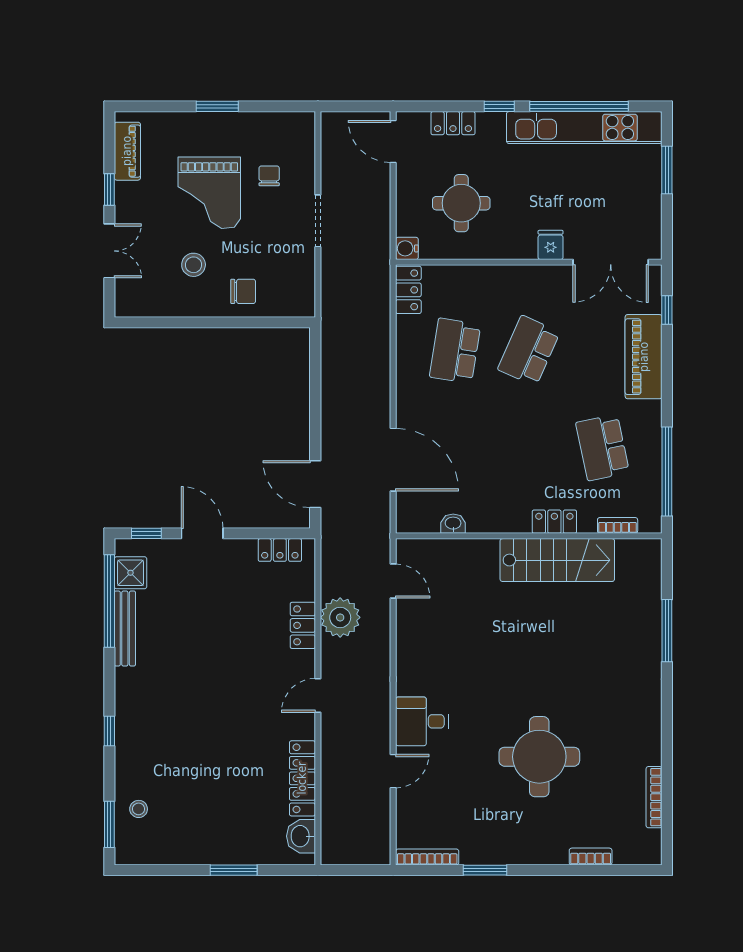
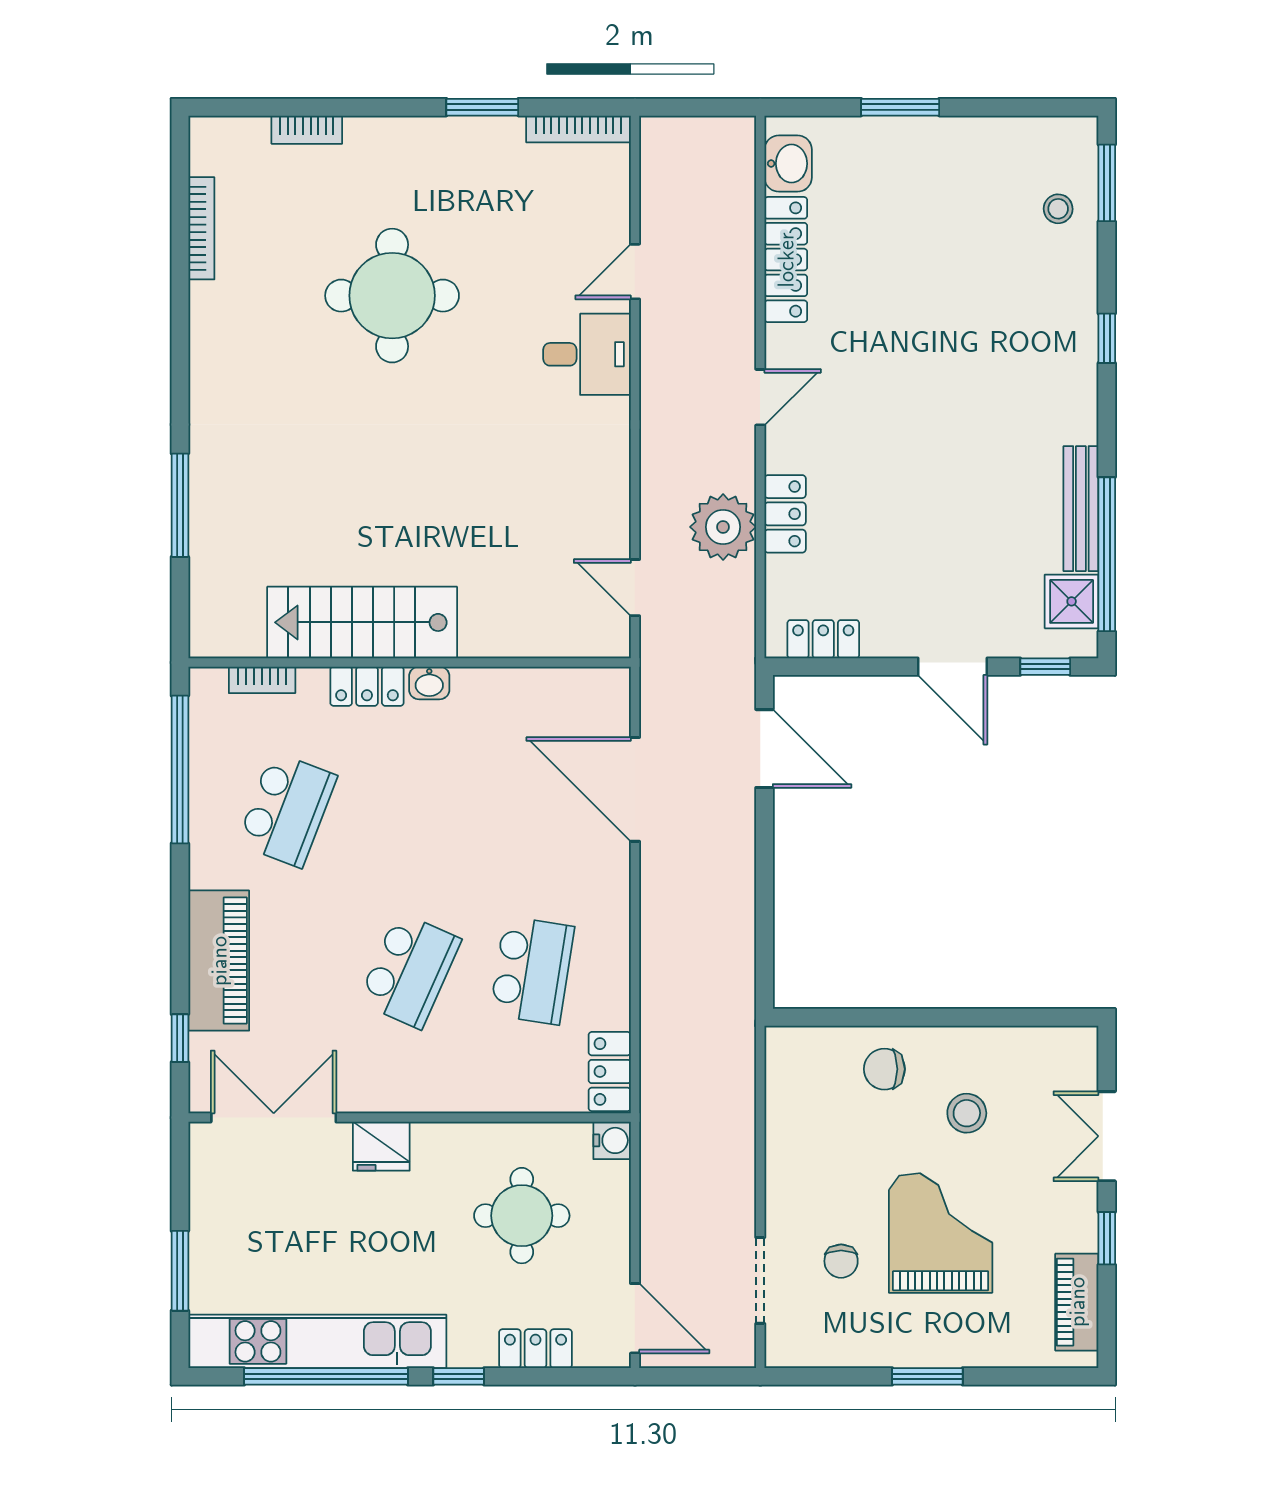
doorway: (318, 221) -> (760, 1280), moved
fridge: (551, 245) -> (381, 1146), width x1.38
school desk: (602, 447) -> (287, 810), turned 33
washbasin: (453, 524) -> (429, 683), moved

